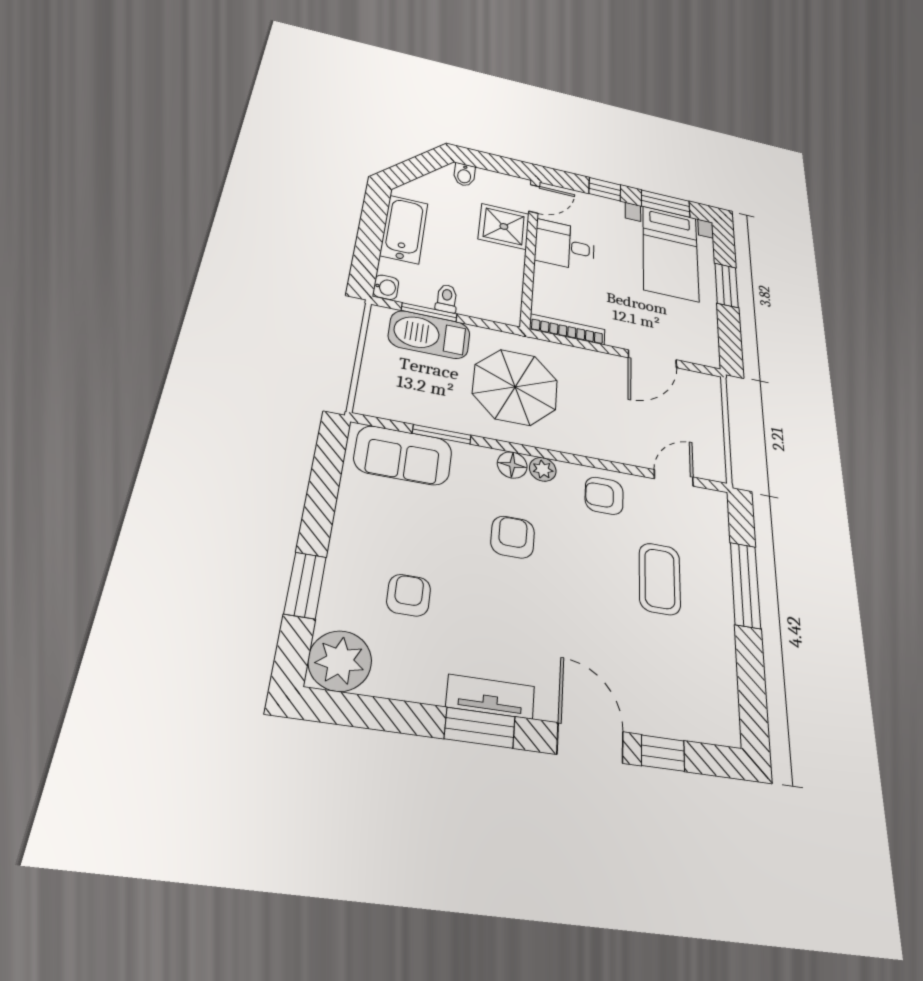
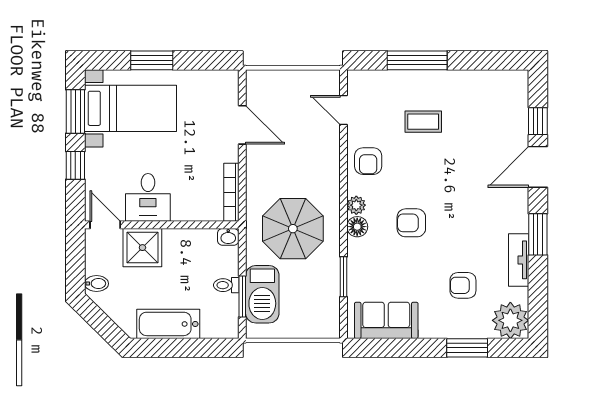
washbasin: (386, 287) -> (228, 237), moved, turned 180
sofa: (403, 455) -> (386, 320), moved, turned -90
coffee table: (660, 579) -> (423, 122), width x0.73, depth x0.77
tv unit: (490, 697) -> (519, 260), moved

